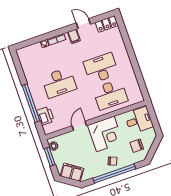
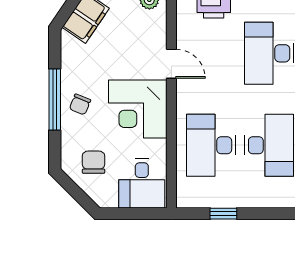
window: (140, 78) -> (223, 214), added
window: (114, 173) -> (55, 99), width x0.68

